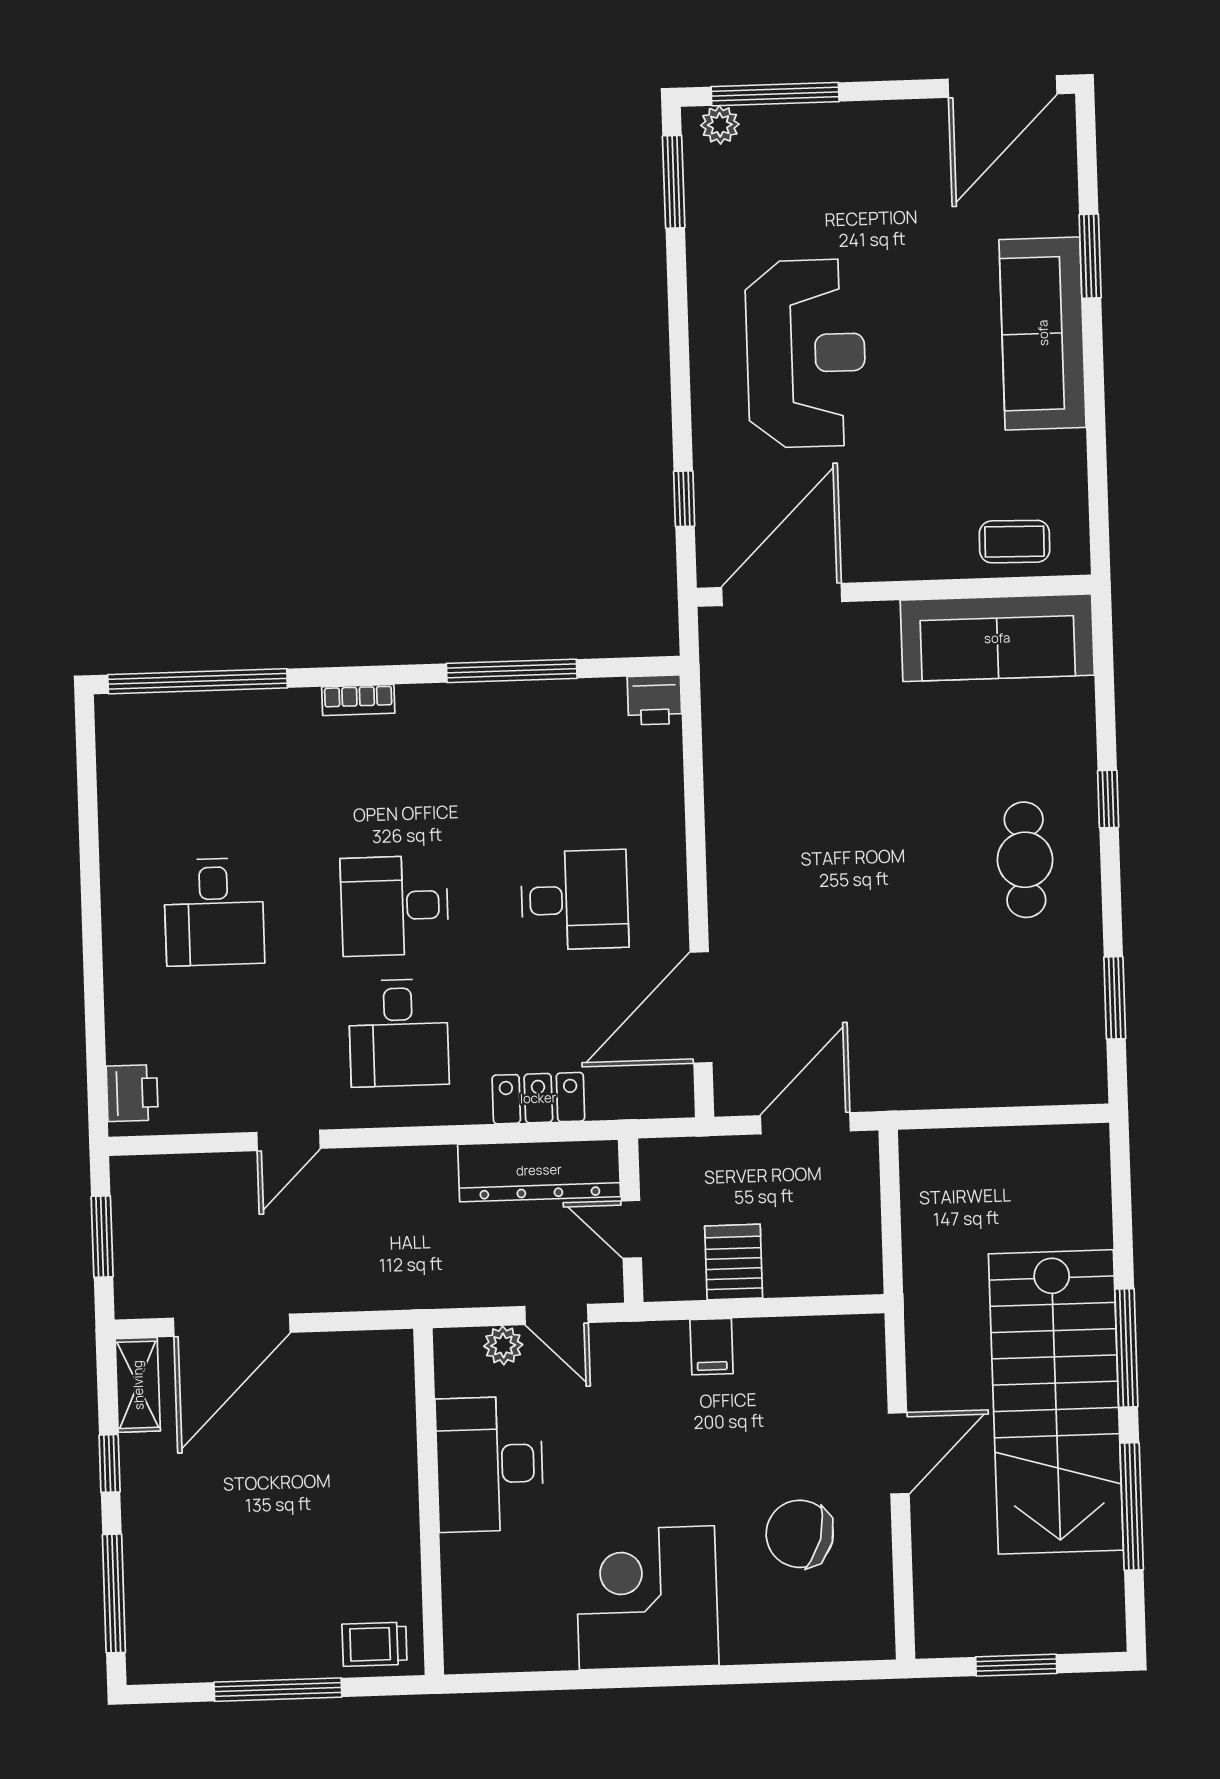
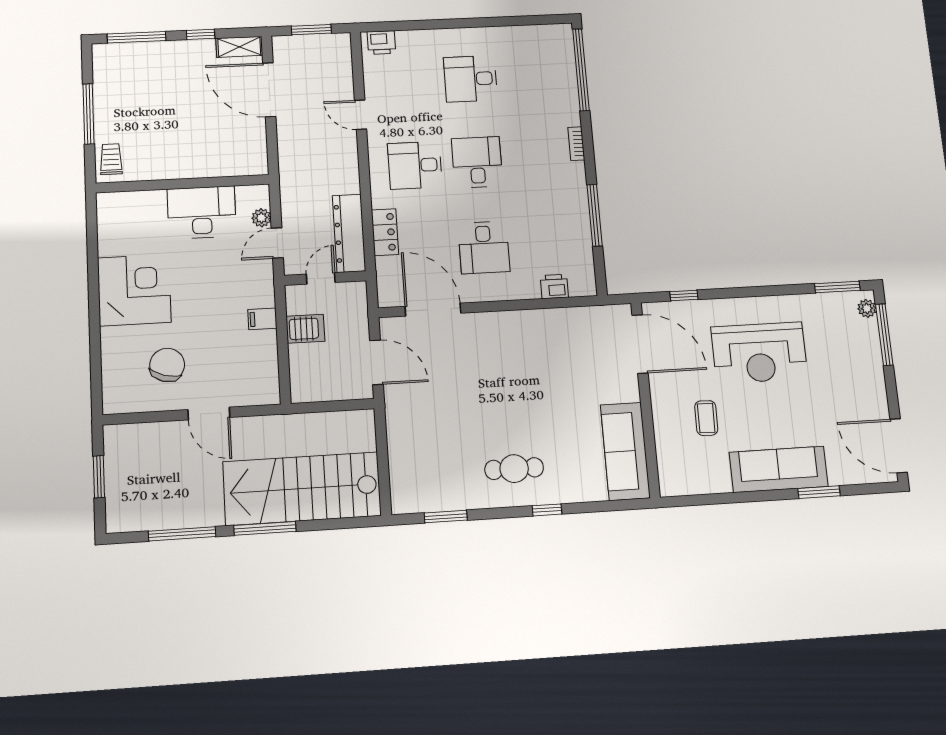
coffee table: (1015, 542) -> (706, 418), moved
printer: (654, 700) -> (554, 286), moved, turned 90
stairs: (1056, 1402) -> (302, 489), moved

